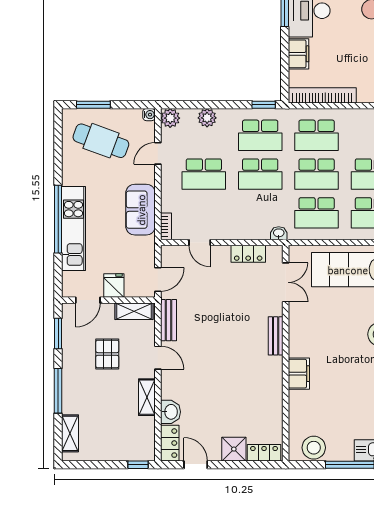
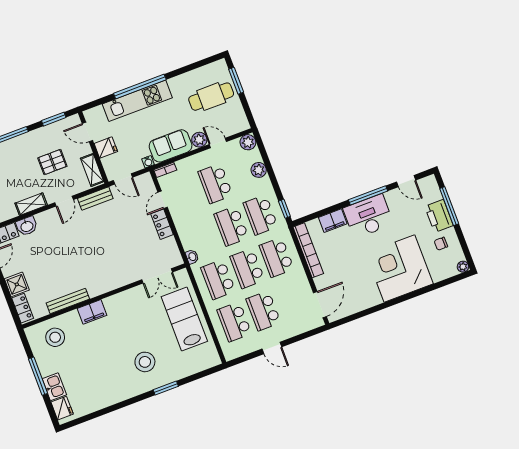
water cooler: (149, 115) -> (148, 162), moved
cafe table: (101, 141) -> (211, 97), turned 70
plant: (146, 173) -> (199, 140), added
locker: (248, 254) -> (162, 224), moved
bench: (276, 336) -> (68, 301), moved, width x1.36
stool: (314, 448) -> (55, 337), moved

